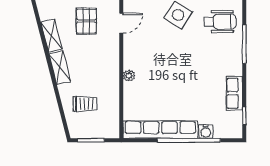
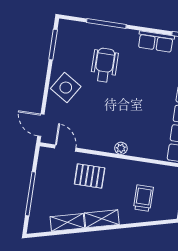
pallet: (86, 21) -> (90, 176), moved
wheelchair: (220, 22) -> (105, 65), moved

